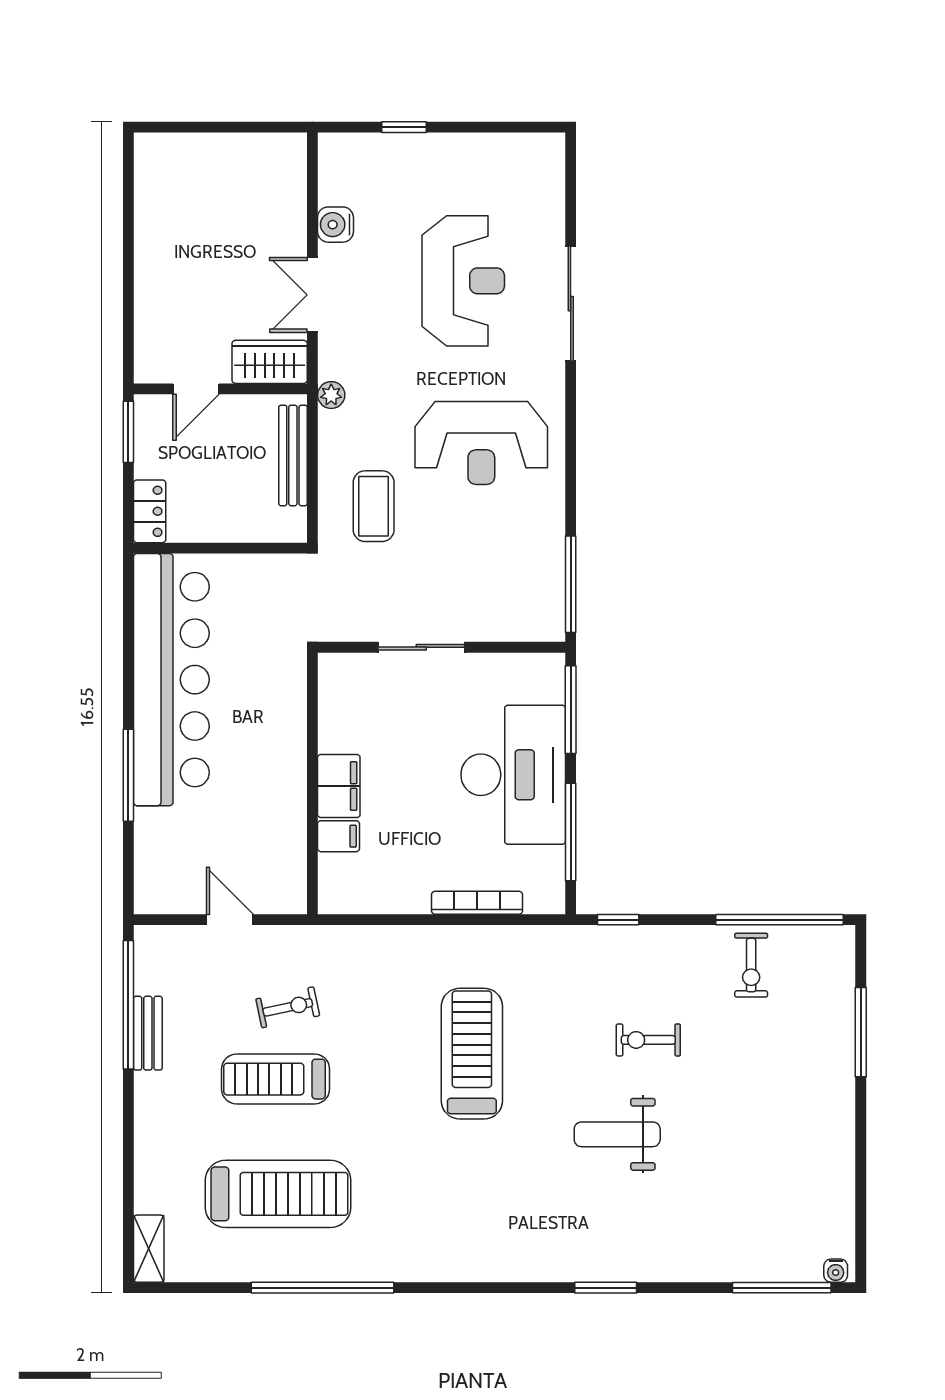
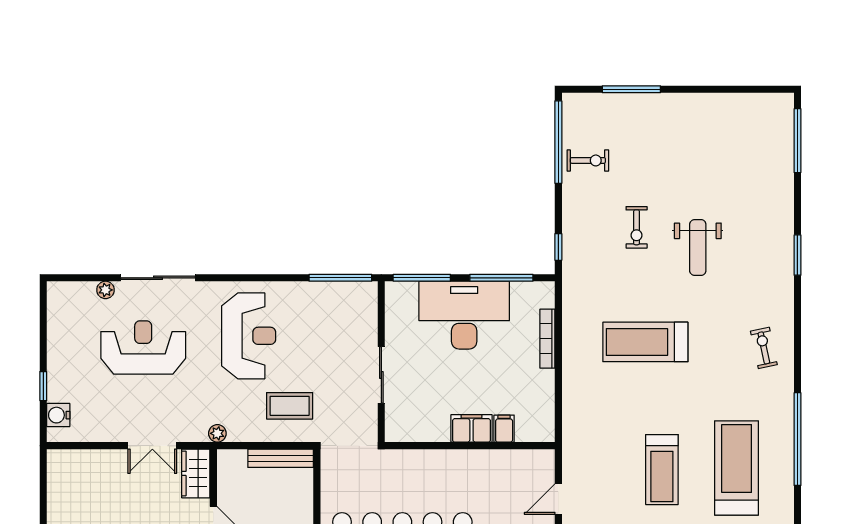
plant: (552, 223) -> (106, 290), added
water cooler: (335, 225) -> (58, 415), moved, turned 90
bench: (293, 455) -> (281, 458), moved
exercise bike: (288, 1007) -> (764, 348), moved
water cooler: (836, 1271) -> (786, 106), removed

